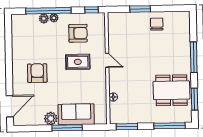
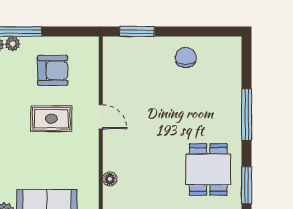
window: (140, 9) -> (137, 32), moved
window: (92, 10) -> (76, 32), removed
dining table: (171, 90) -> (208, 169), width x0.73

